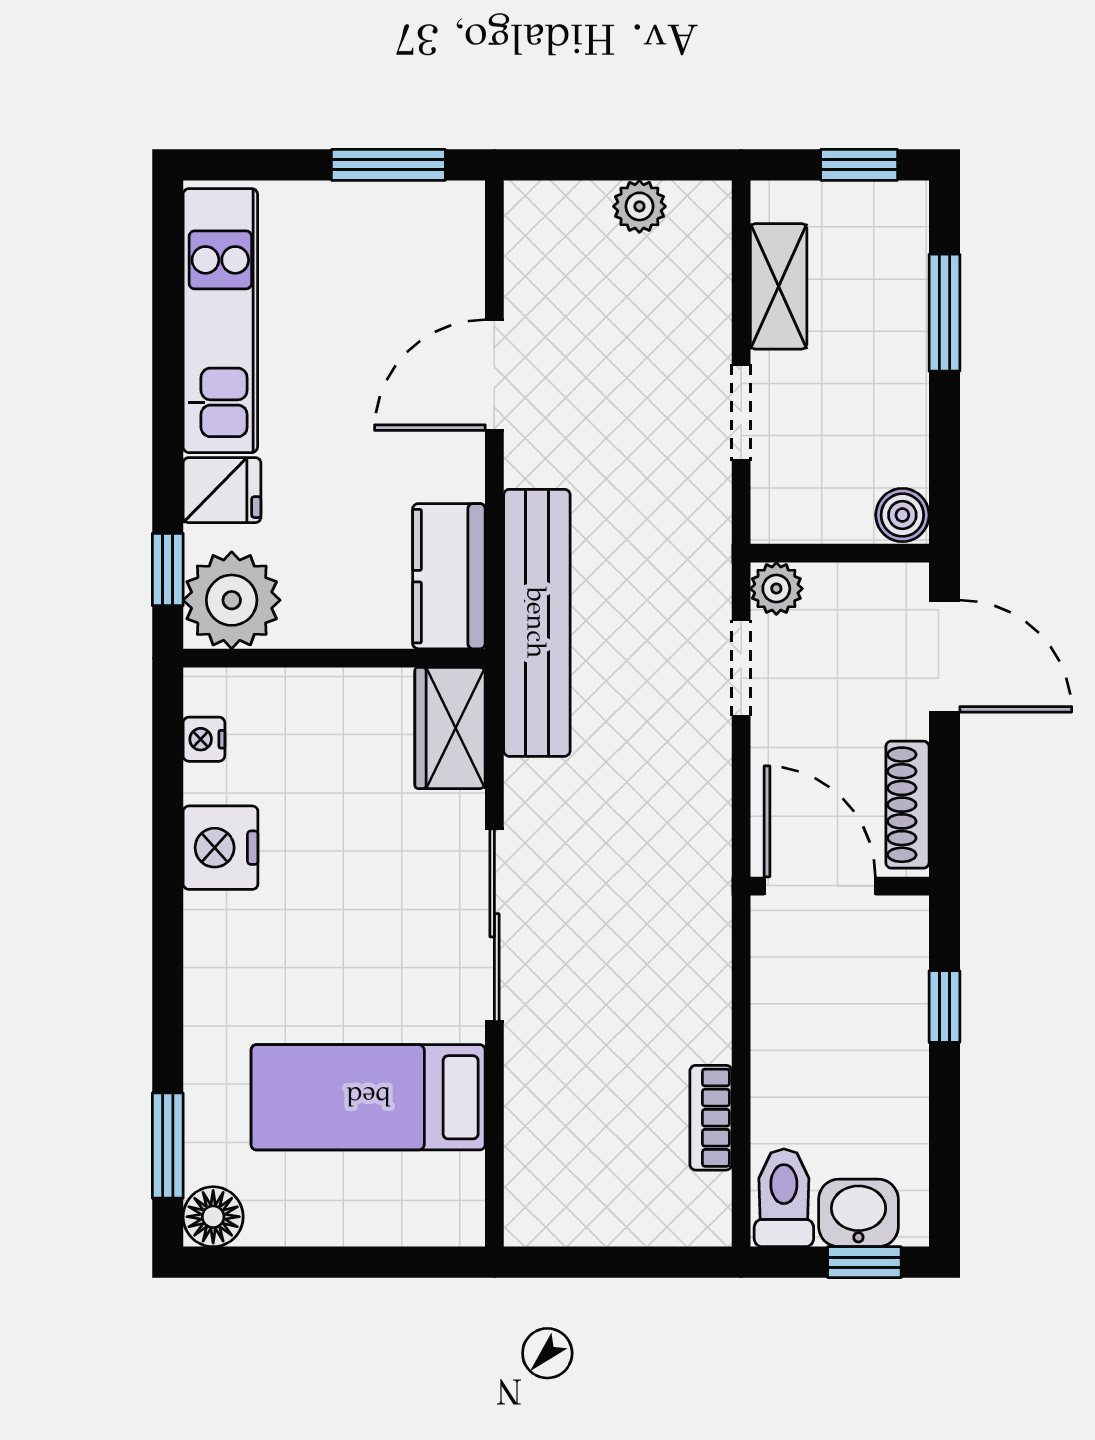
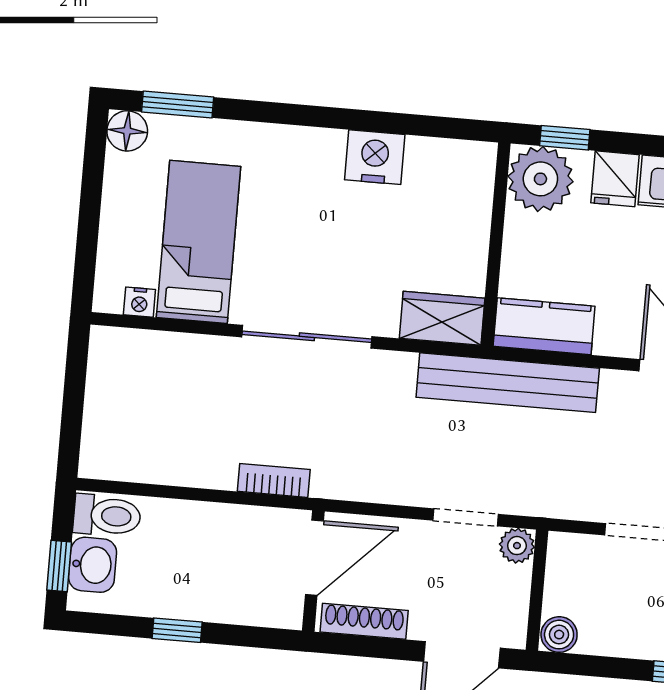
nightstand: (204, 739) -> (139, 302), moved, turned 180
window: (944, 1007) -> (177, 630), moved
bookcase: (711, 1118) -> (274, 480), moved

